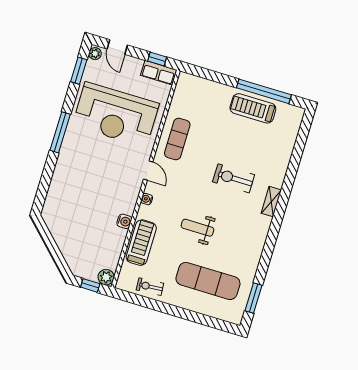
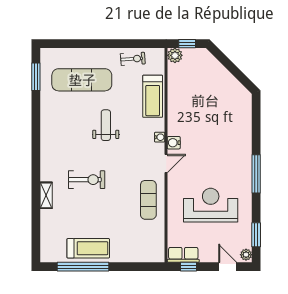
reception desk: (116, 115) -> (211, 205), width x0.74, depth x0.77
door: (148, 171) -> (166, 163), swing flipped
shelving: (271, 202) -> (46, 195), moved
water cooler: (124, 221) -> (174, 143), moved
weight bench: (197, 228) -> (106, 125), turned -90

